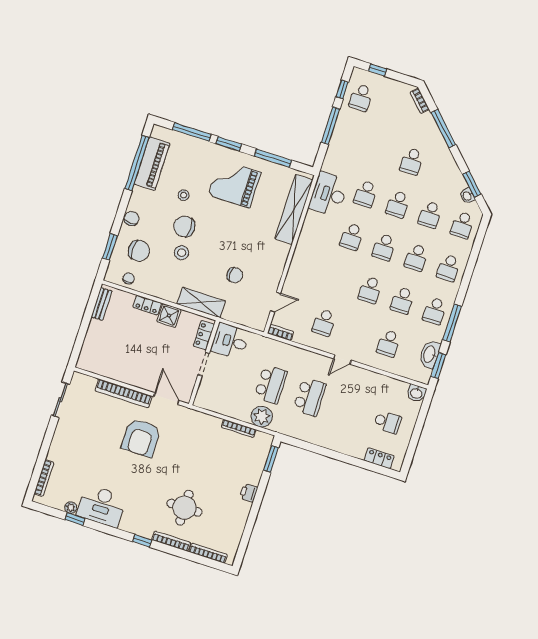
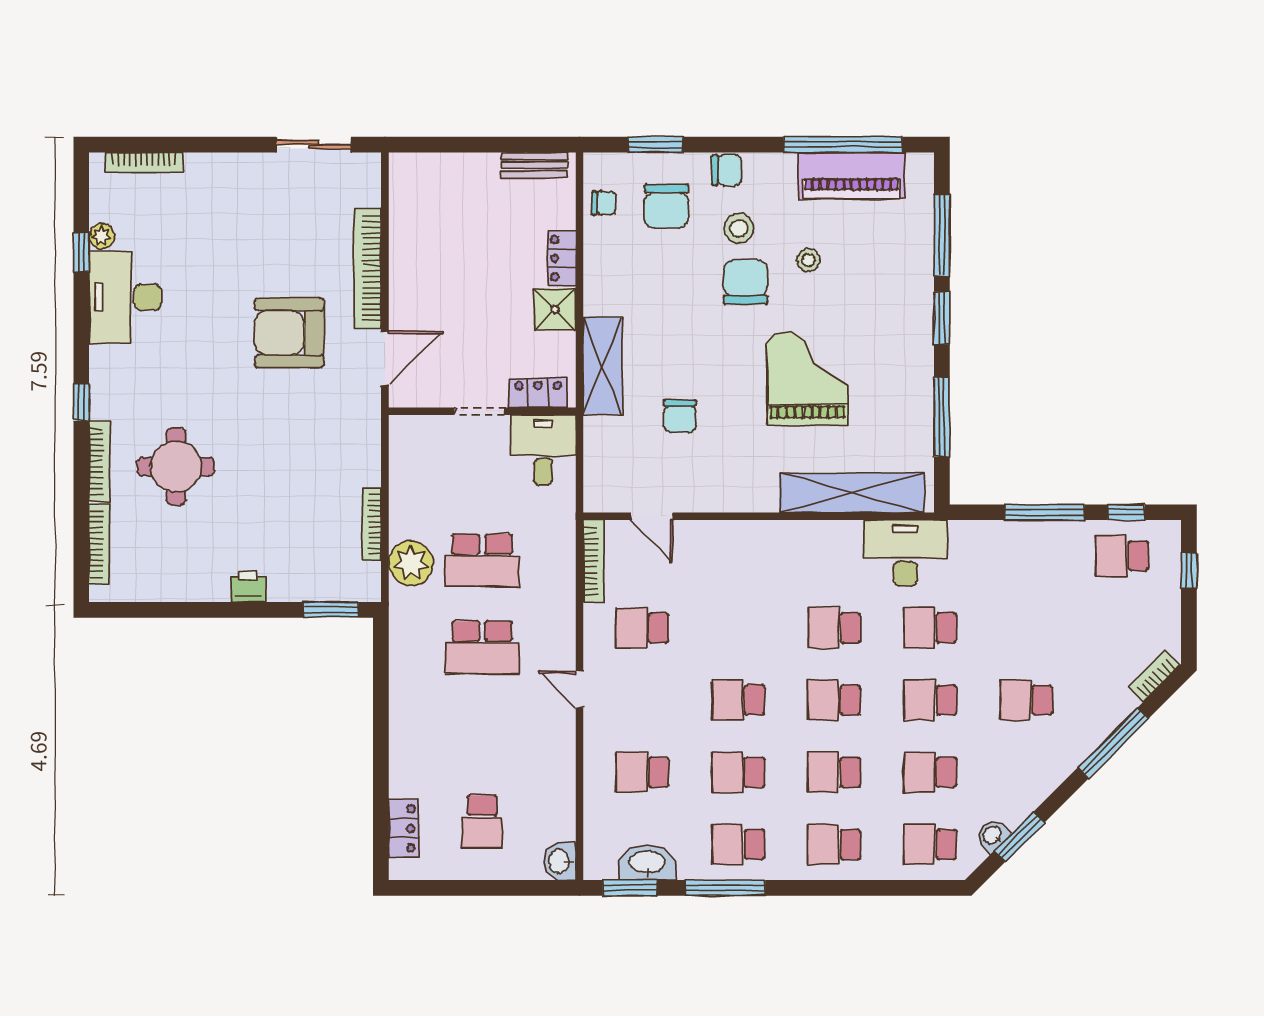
grand piano: (234, 184) -> (807, 378), moved
stool: (182, 253) -> (739, 228), moved
bookcase: (280, 332) -> (594, 561), width x1.56

